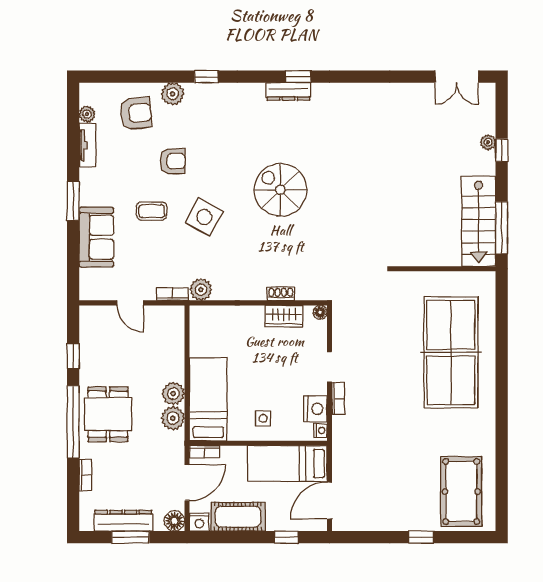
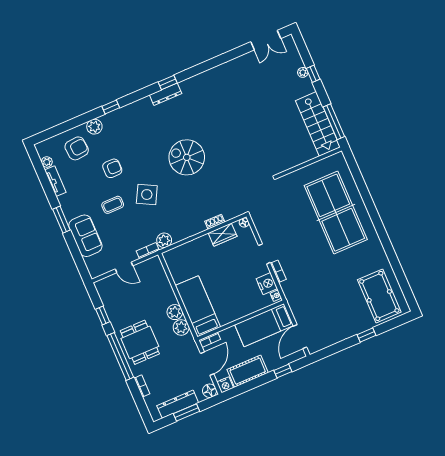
side table: (263, 418) -> (237, 303), removed

